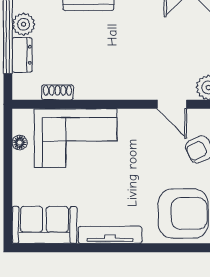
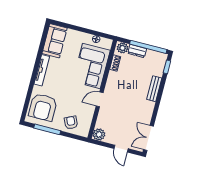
plant: (24, 24) -> (123, 48), moved
door: (172, 104) -> (100, 99), moved

